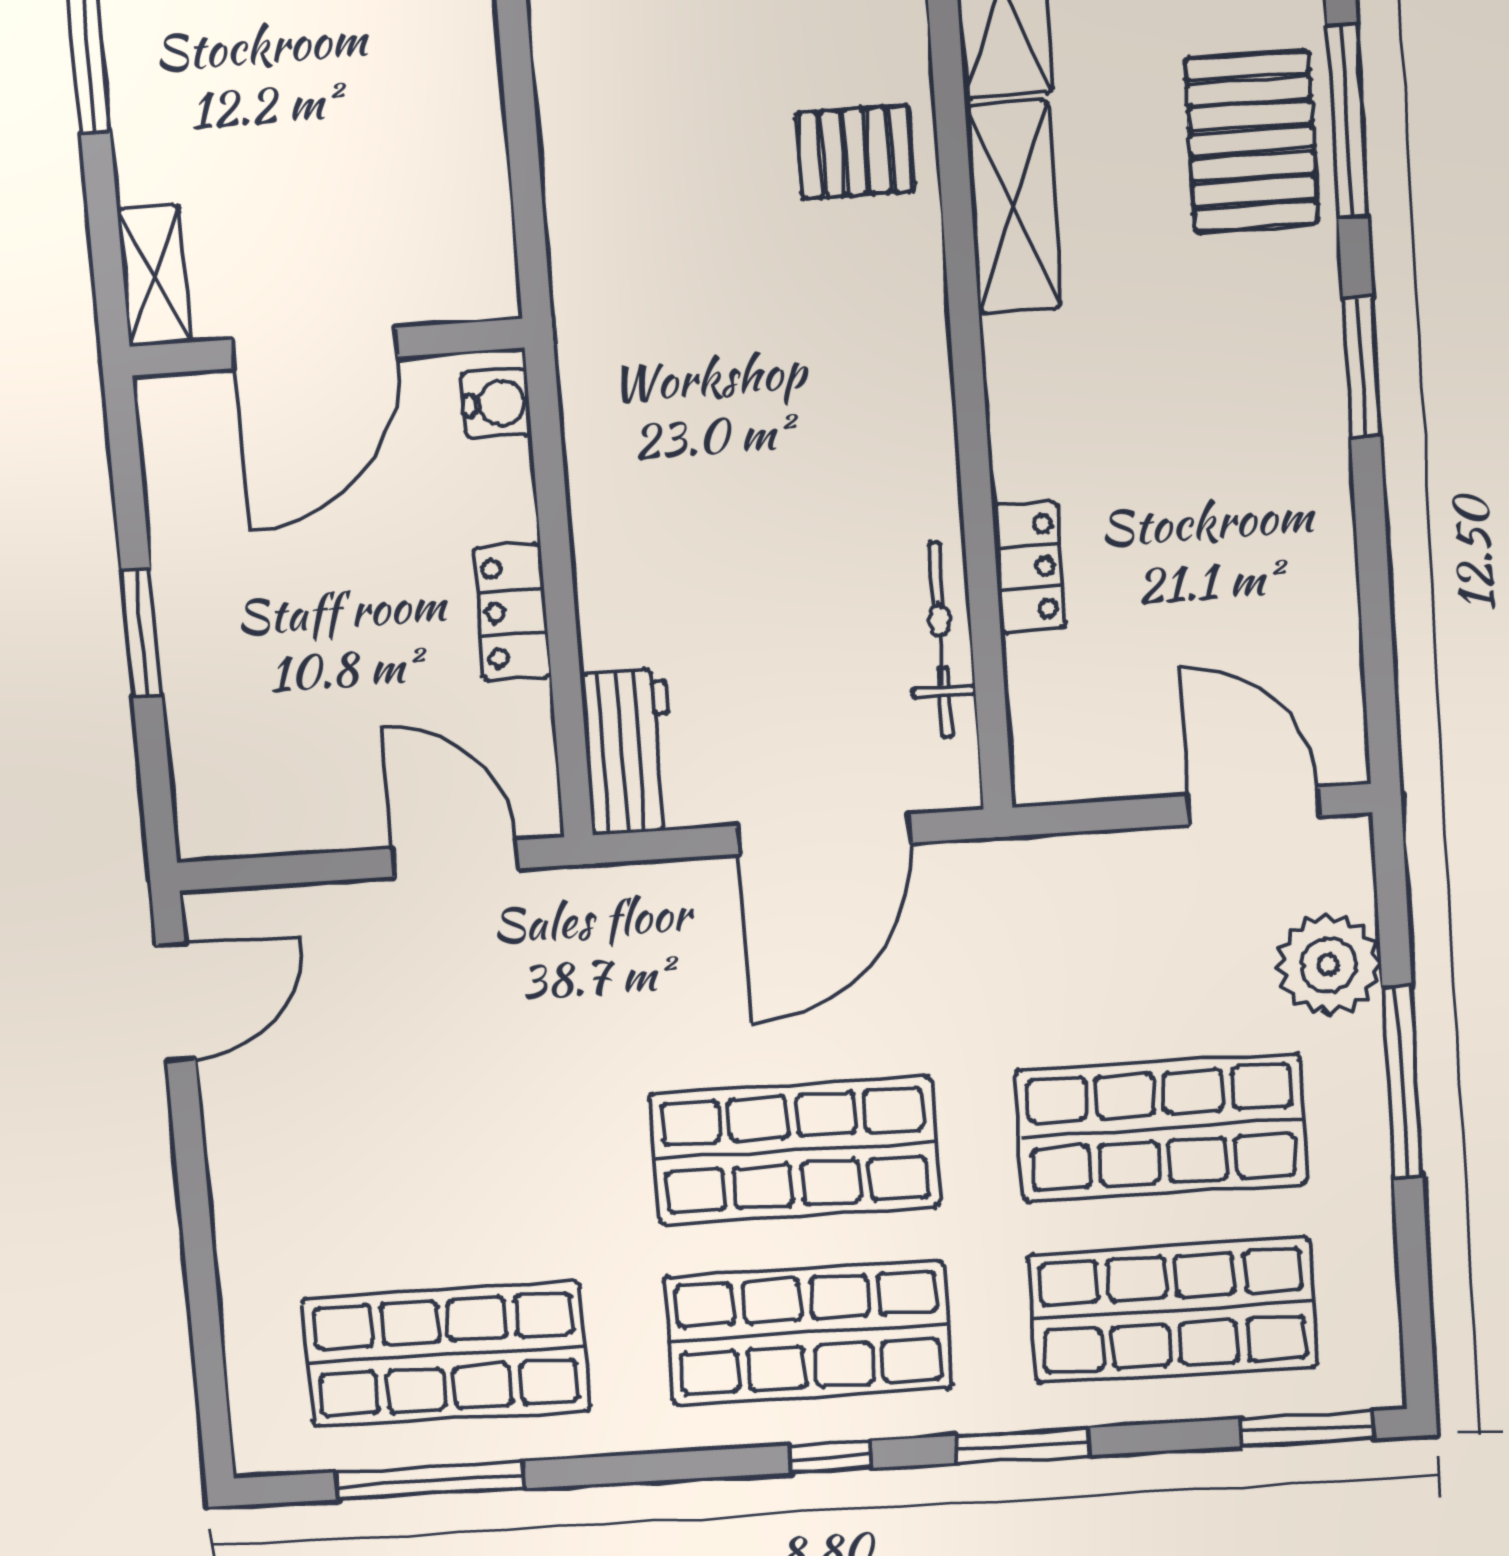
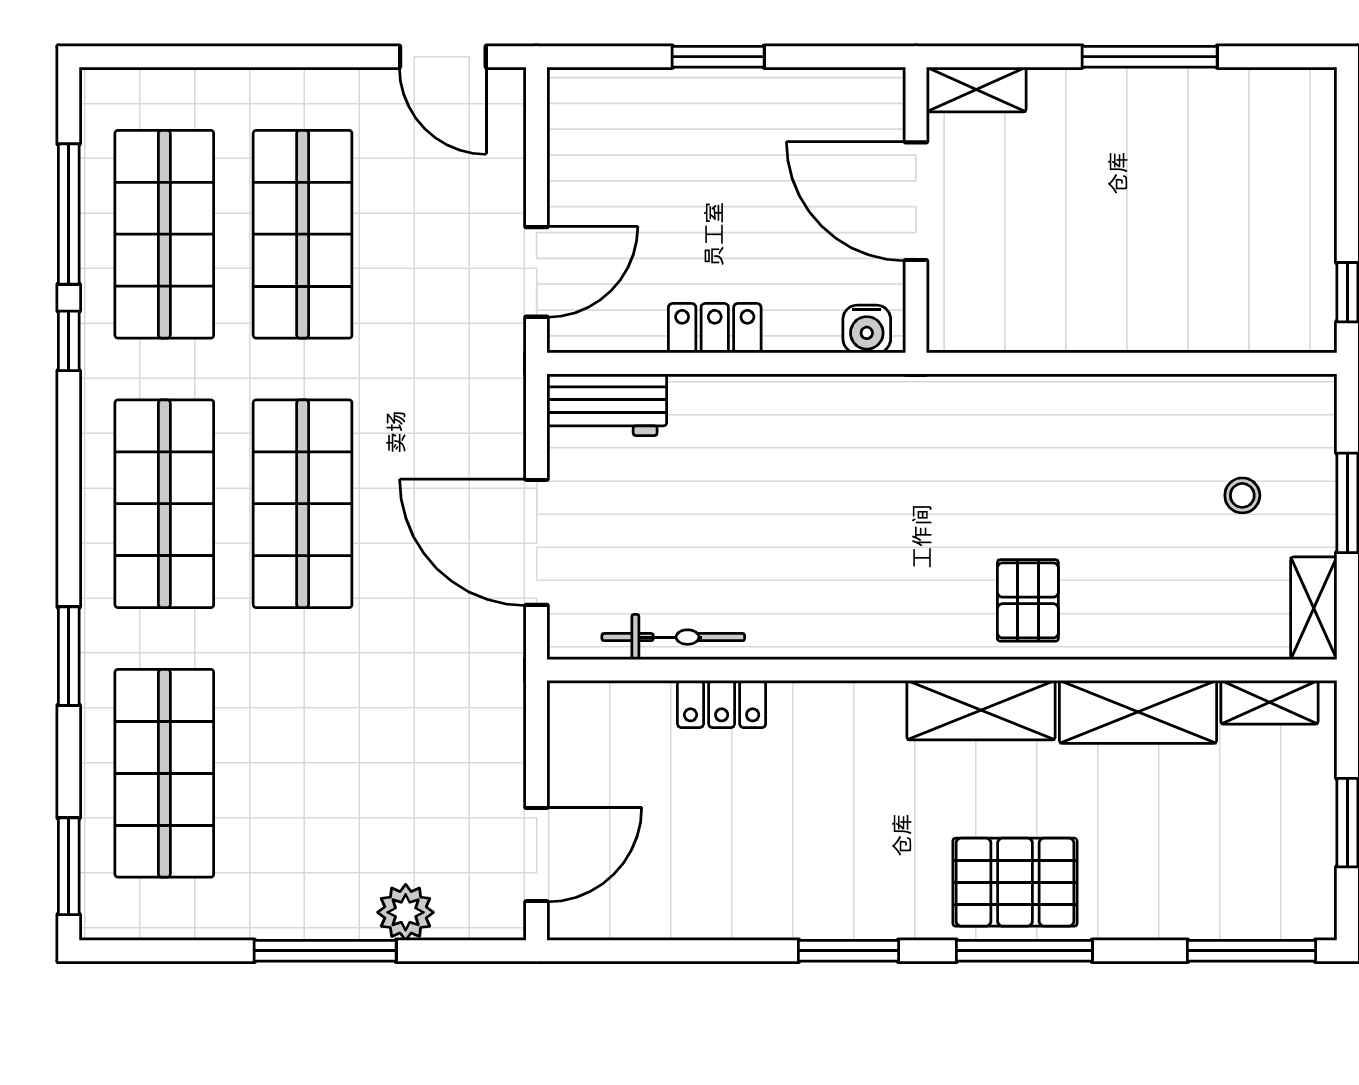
plant: (1328, 965) -> (406, 912), width x0.73, depth x0.73
shop shelf: (1161, 1128) -> (303, 234), moved
window: (831, 1457) -> (69, 341), moved

